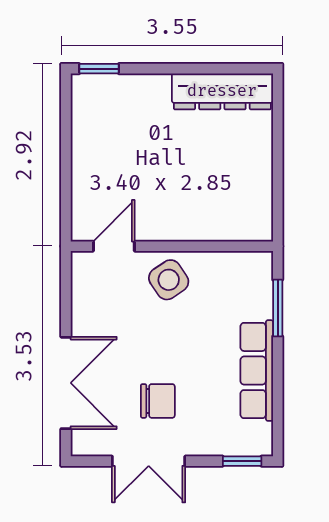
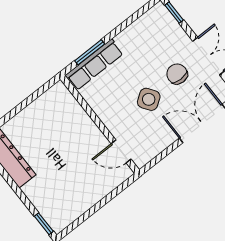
side table: (169, 280) -> (149, 99), moved
row of seats: (257, 371) -> (94, 65), moved

